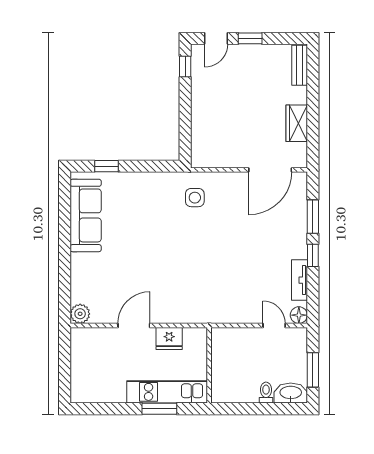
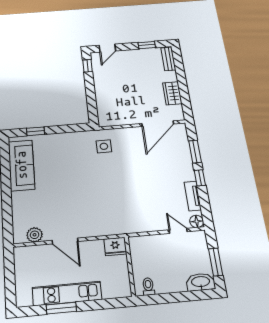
window: (250, 38) -> (147, 45), moved
plant: (80, 314) -> (35, 235), moved
door: (134, 325) -> (65, 241), swing flipped
fridge: (169, 338) -> (115, 246), moved
kitchen unit: (167, 392) -> (67, 294), moved
toilet: (266, 393) -> (148, 287), moved
window: (159, 409) -> (61, 308), moved

